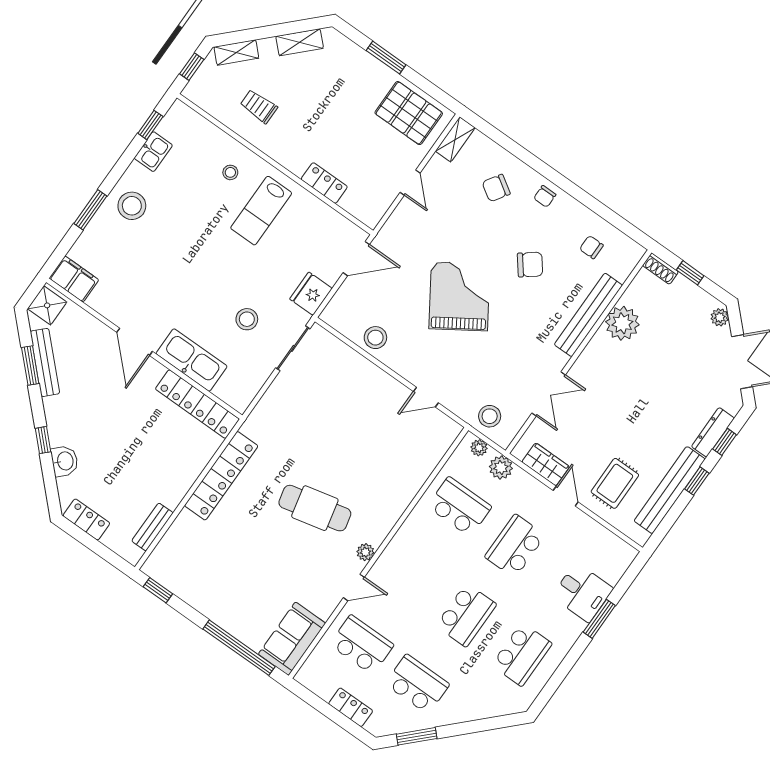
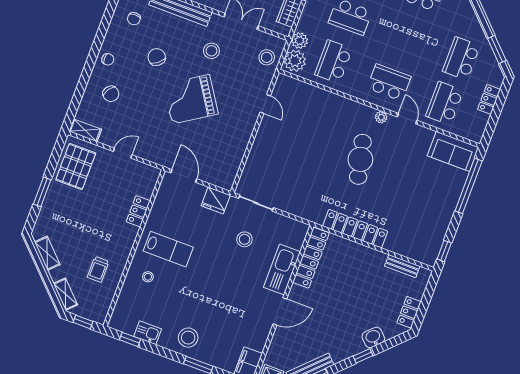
stool: (375, 338) -> (211, 51), moved
plant: (479, 448) -> (295, 61), width x1.87, depth x1.87
school desk: (466, 615) -> (389, 82), moved

